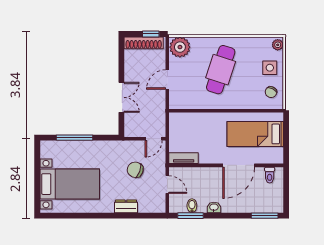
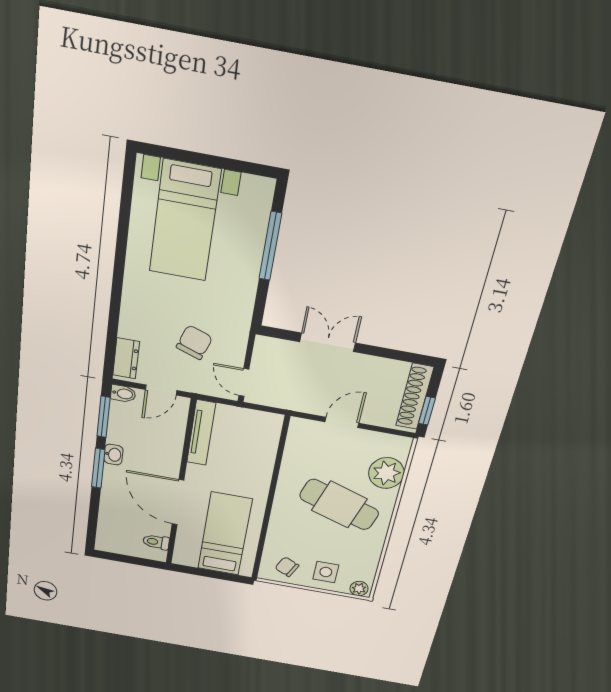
plant: (180, 47) -> (386, 473), moved
door: (167, 79) -> (342, 422), hinge flipped
double door: (121, 97) -> (328, 342), swing flipped
tv unit: (184, 158) -> (201, 433), width x1.41
dresser: (126, 206) -> (126, 358), moved
bidet: (192, 206) -> (123, 394), moved
window: (265, 216) -> (98, 468), moved

